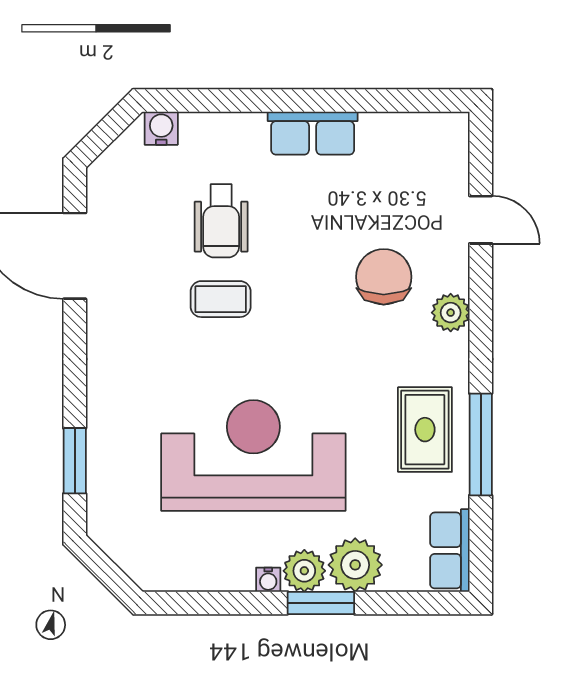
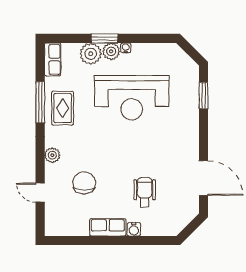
water cooler: (161, 128) -> (134, 229), moved
chair: (384, 277) -> (84, 183), moved, turned 180
coffee table: (221, 299) -> (145, 161), removed

